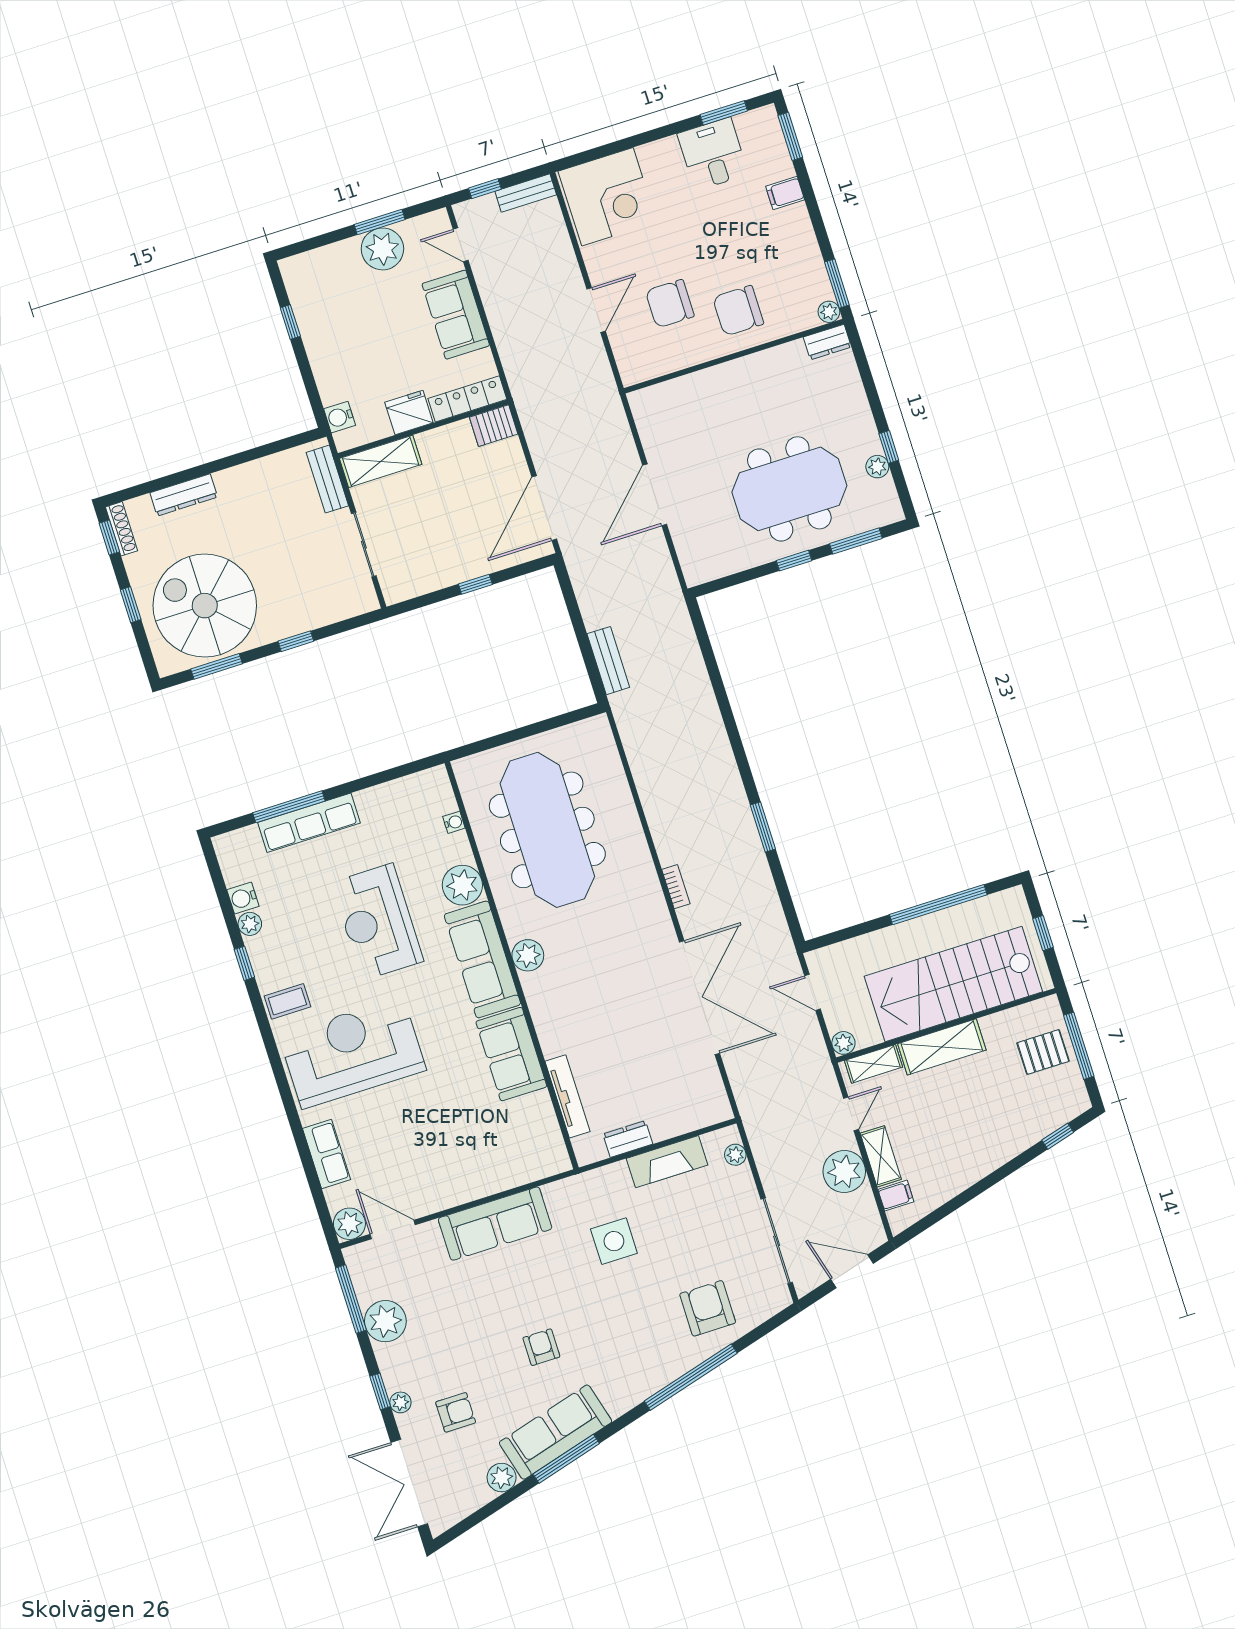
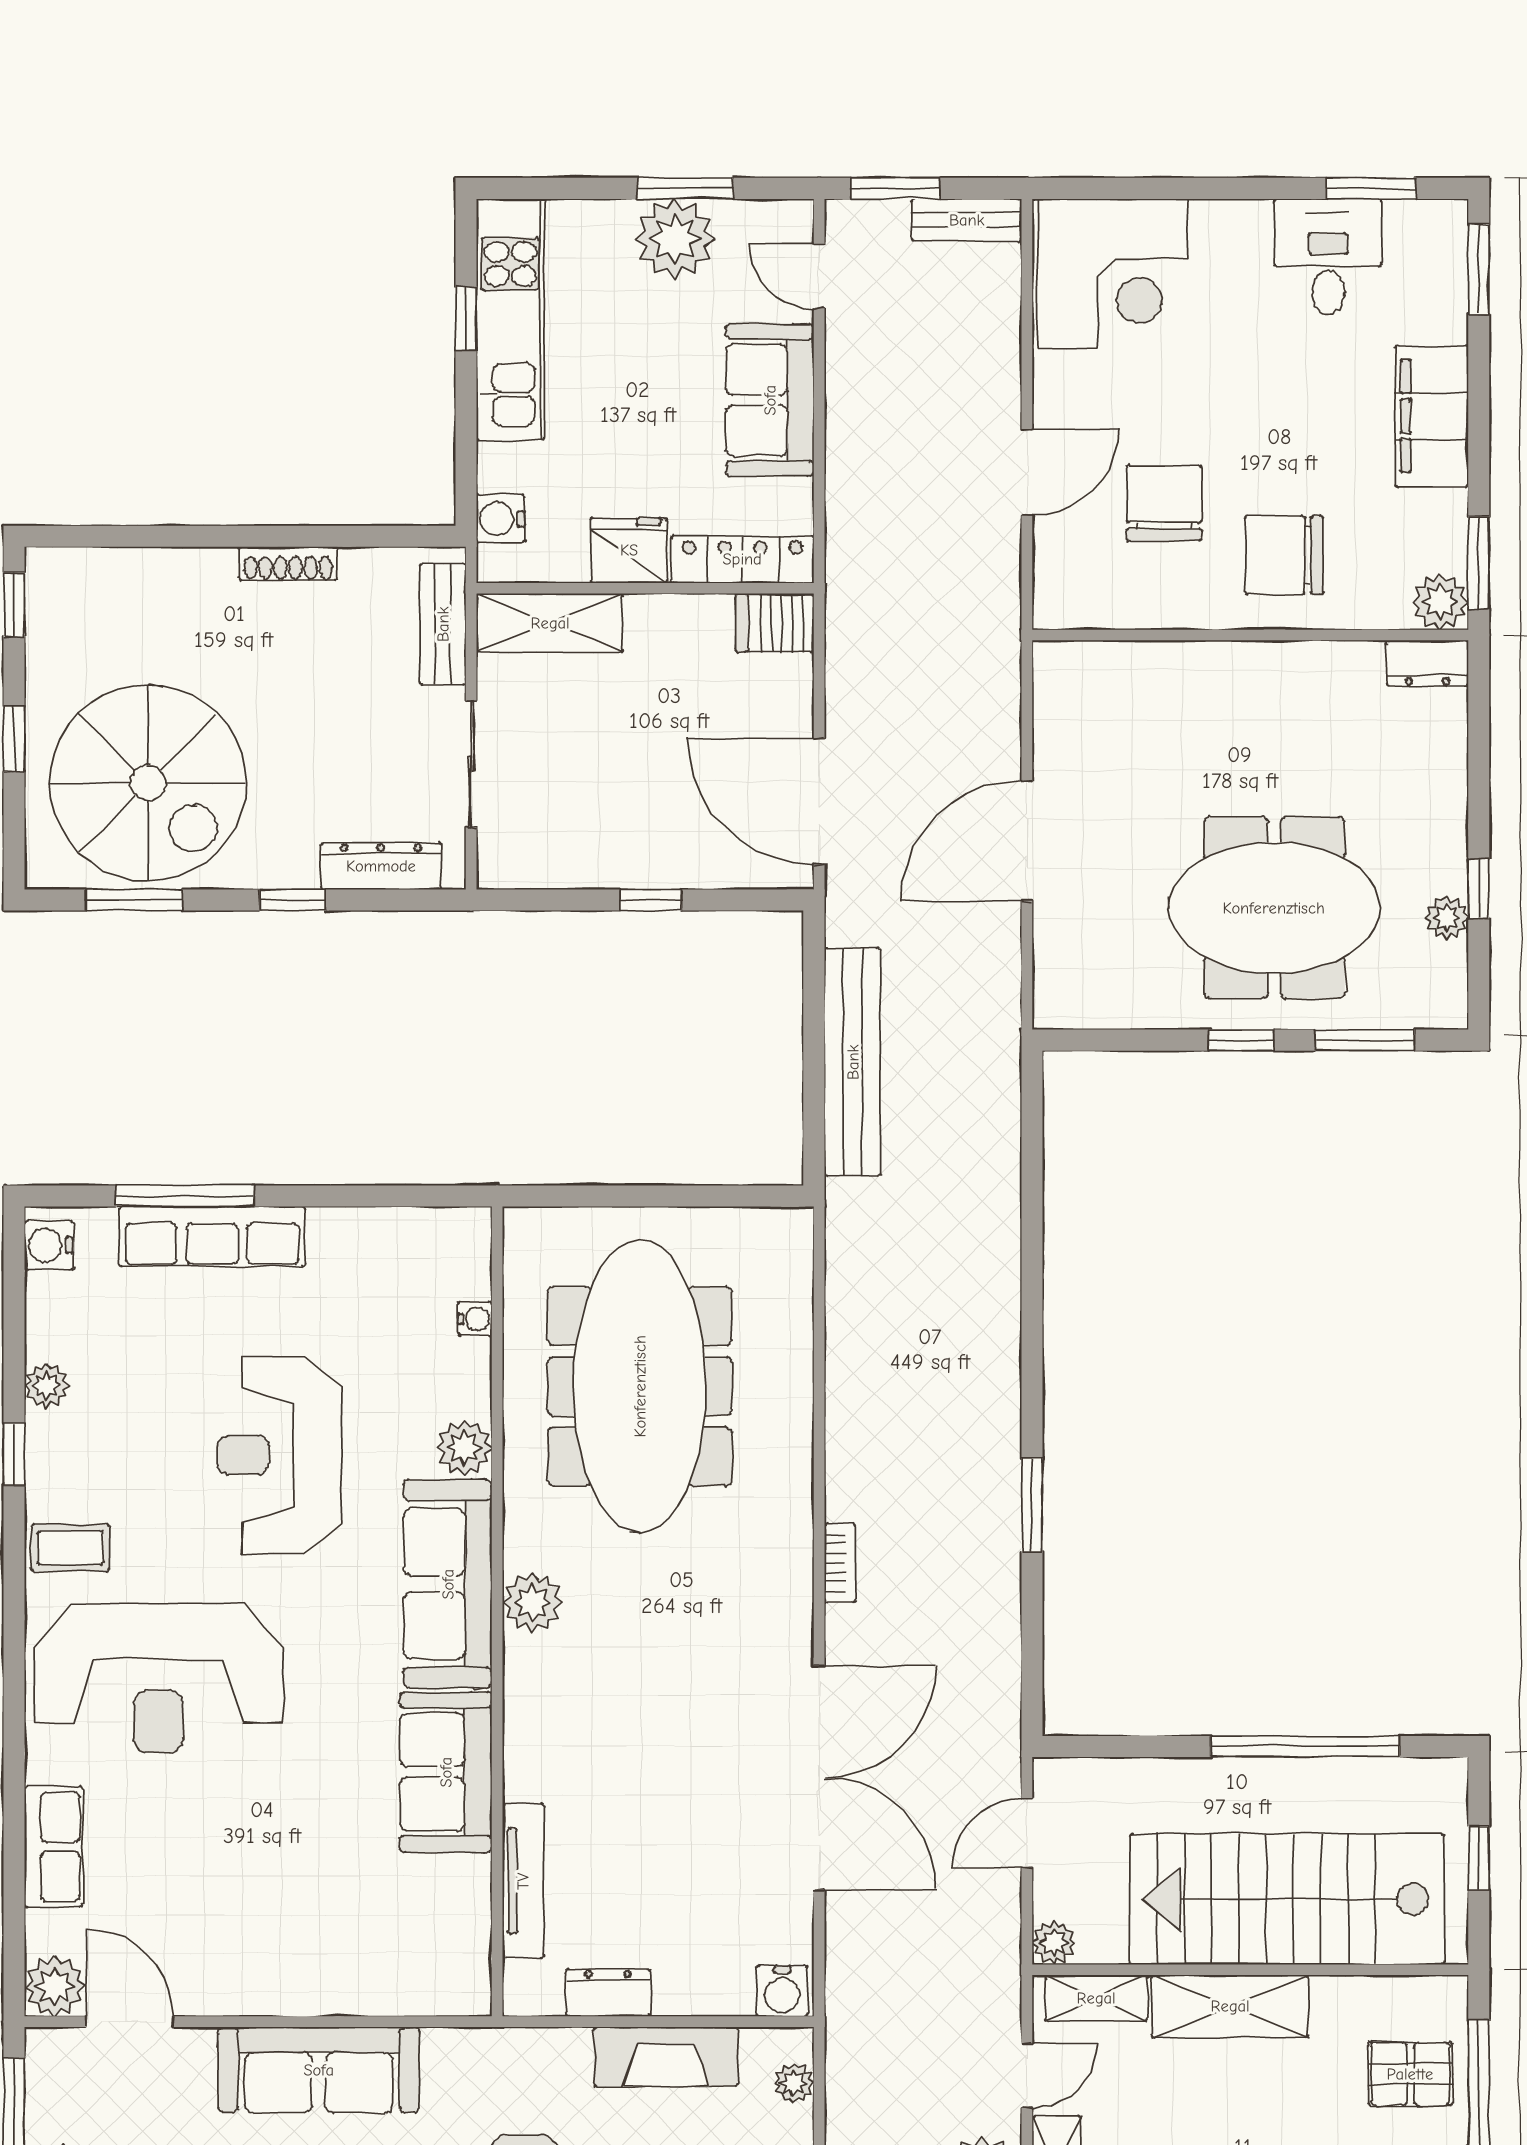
window: (485, 189) -> (895, 188), width x1.50
filing cabinet: (785, 193) -> (1432, 416), width x3.00, depth x1.17
chair: (670, 304) -> (1164, 503), turned 90
plant: (829, 312) -> (1440, 602), width x1.38, depth x1.38
kitchen unit: (313, 316) -> (510, 319), added
dresser: (184, 495) -> (381, 866), moved, turned 180
door: (544, 508) -> (819, 801), hinge flipped
shoe rack: (121, 529) -> (288, 563), moved, turned 90
spiral stairs: (205, 606) -> (148, 783), turned 180
bench: (608, 661) -> (853, 1062), width x1.86, depth x1.21
plant: (462, 885) -> (464, 1448), width x0.73, depth x0.73
water cooler: (243, 898) -> (49, 1245), moved
door: (812, 992) -> (1027, 1833), hinge flipped
reception desk: (352, 1053) -> (158, 1678), turned 180
water cooler: (715, 1110) -> (782, 1991), added

